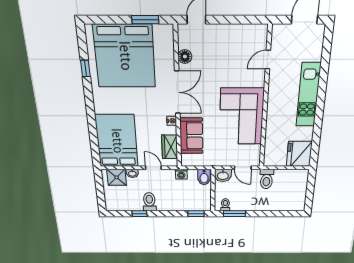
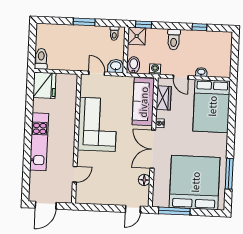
window: (145, 20) -> (174, 211), width x1.44
window: (85, 69) -> (229, 174), width x2.17
sofa: (191, 136) -> (143, 102), width x1.36
shower: (117, 177) -> (137, 36), moved
toilet: (267, 179) -> (41, 59), moved
toilet: (149, 202) -> (174, 40), moved
window: (234, 214) -> (84, 22), moved

